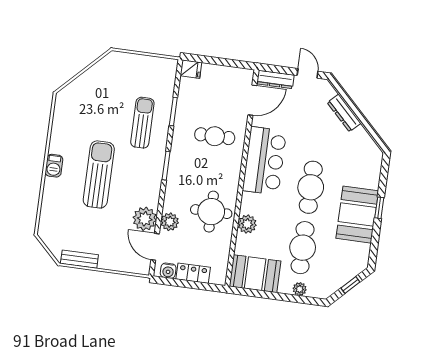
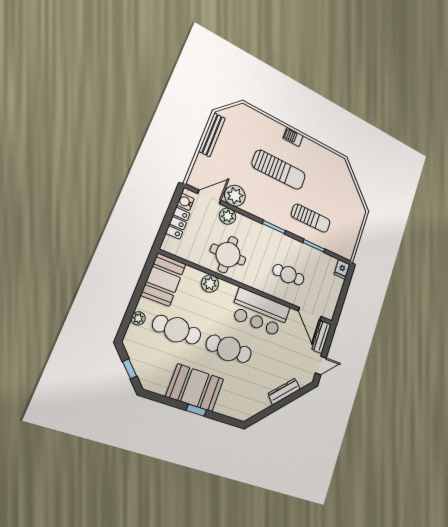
cafe table: (215, 136) -> (288, 275), turned 90
bench: (79, 259) -> (212, 135), width x1.36

